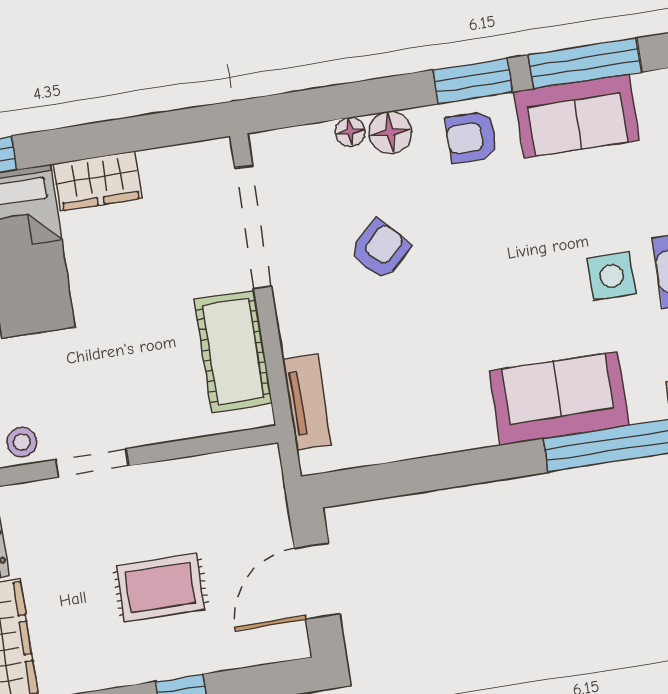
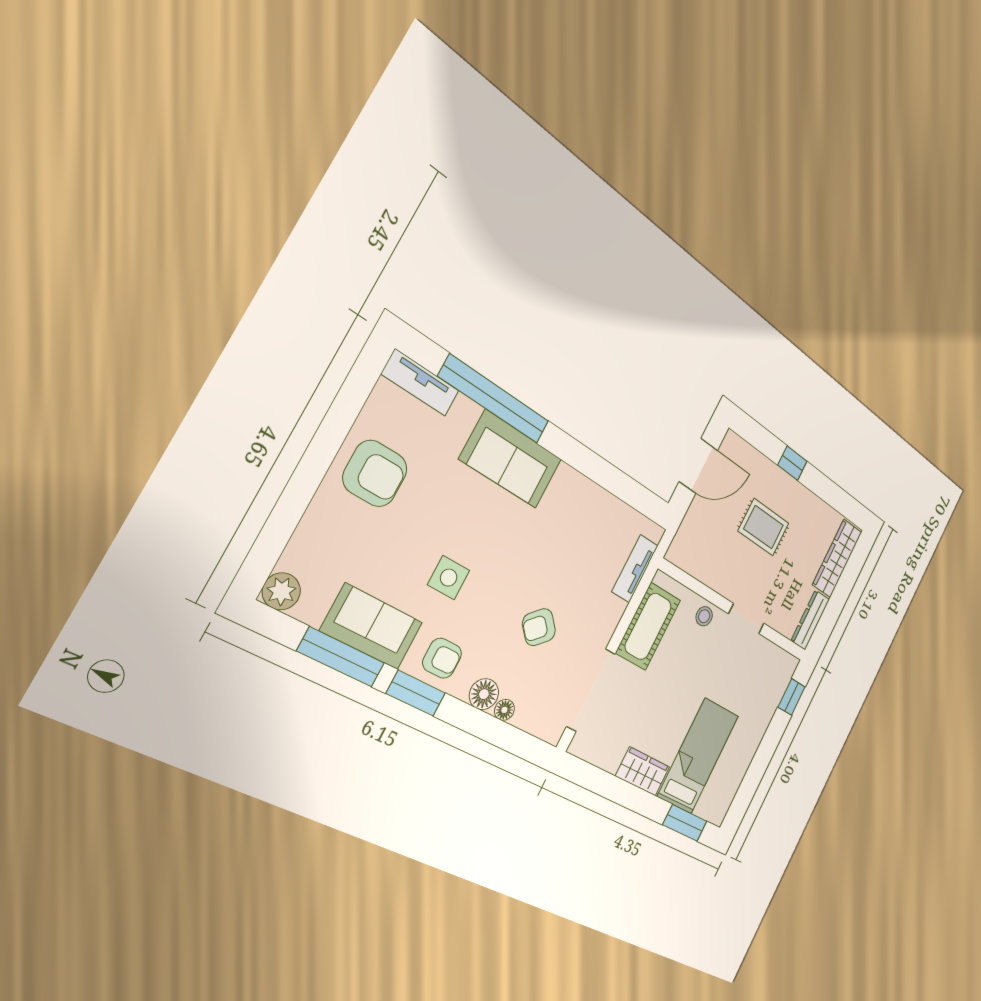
side table: (611, 276) -> (449, 578), moved
stool: (22, 442) -> (704, 616), moved

